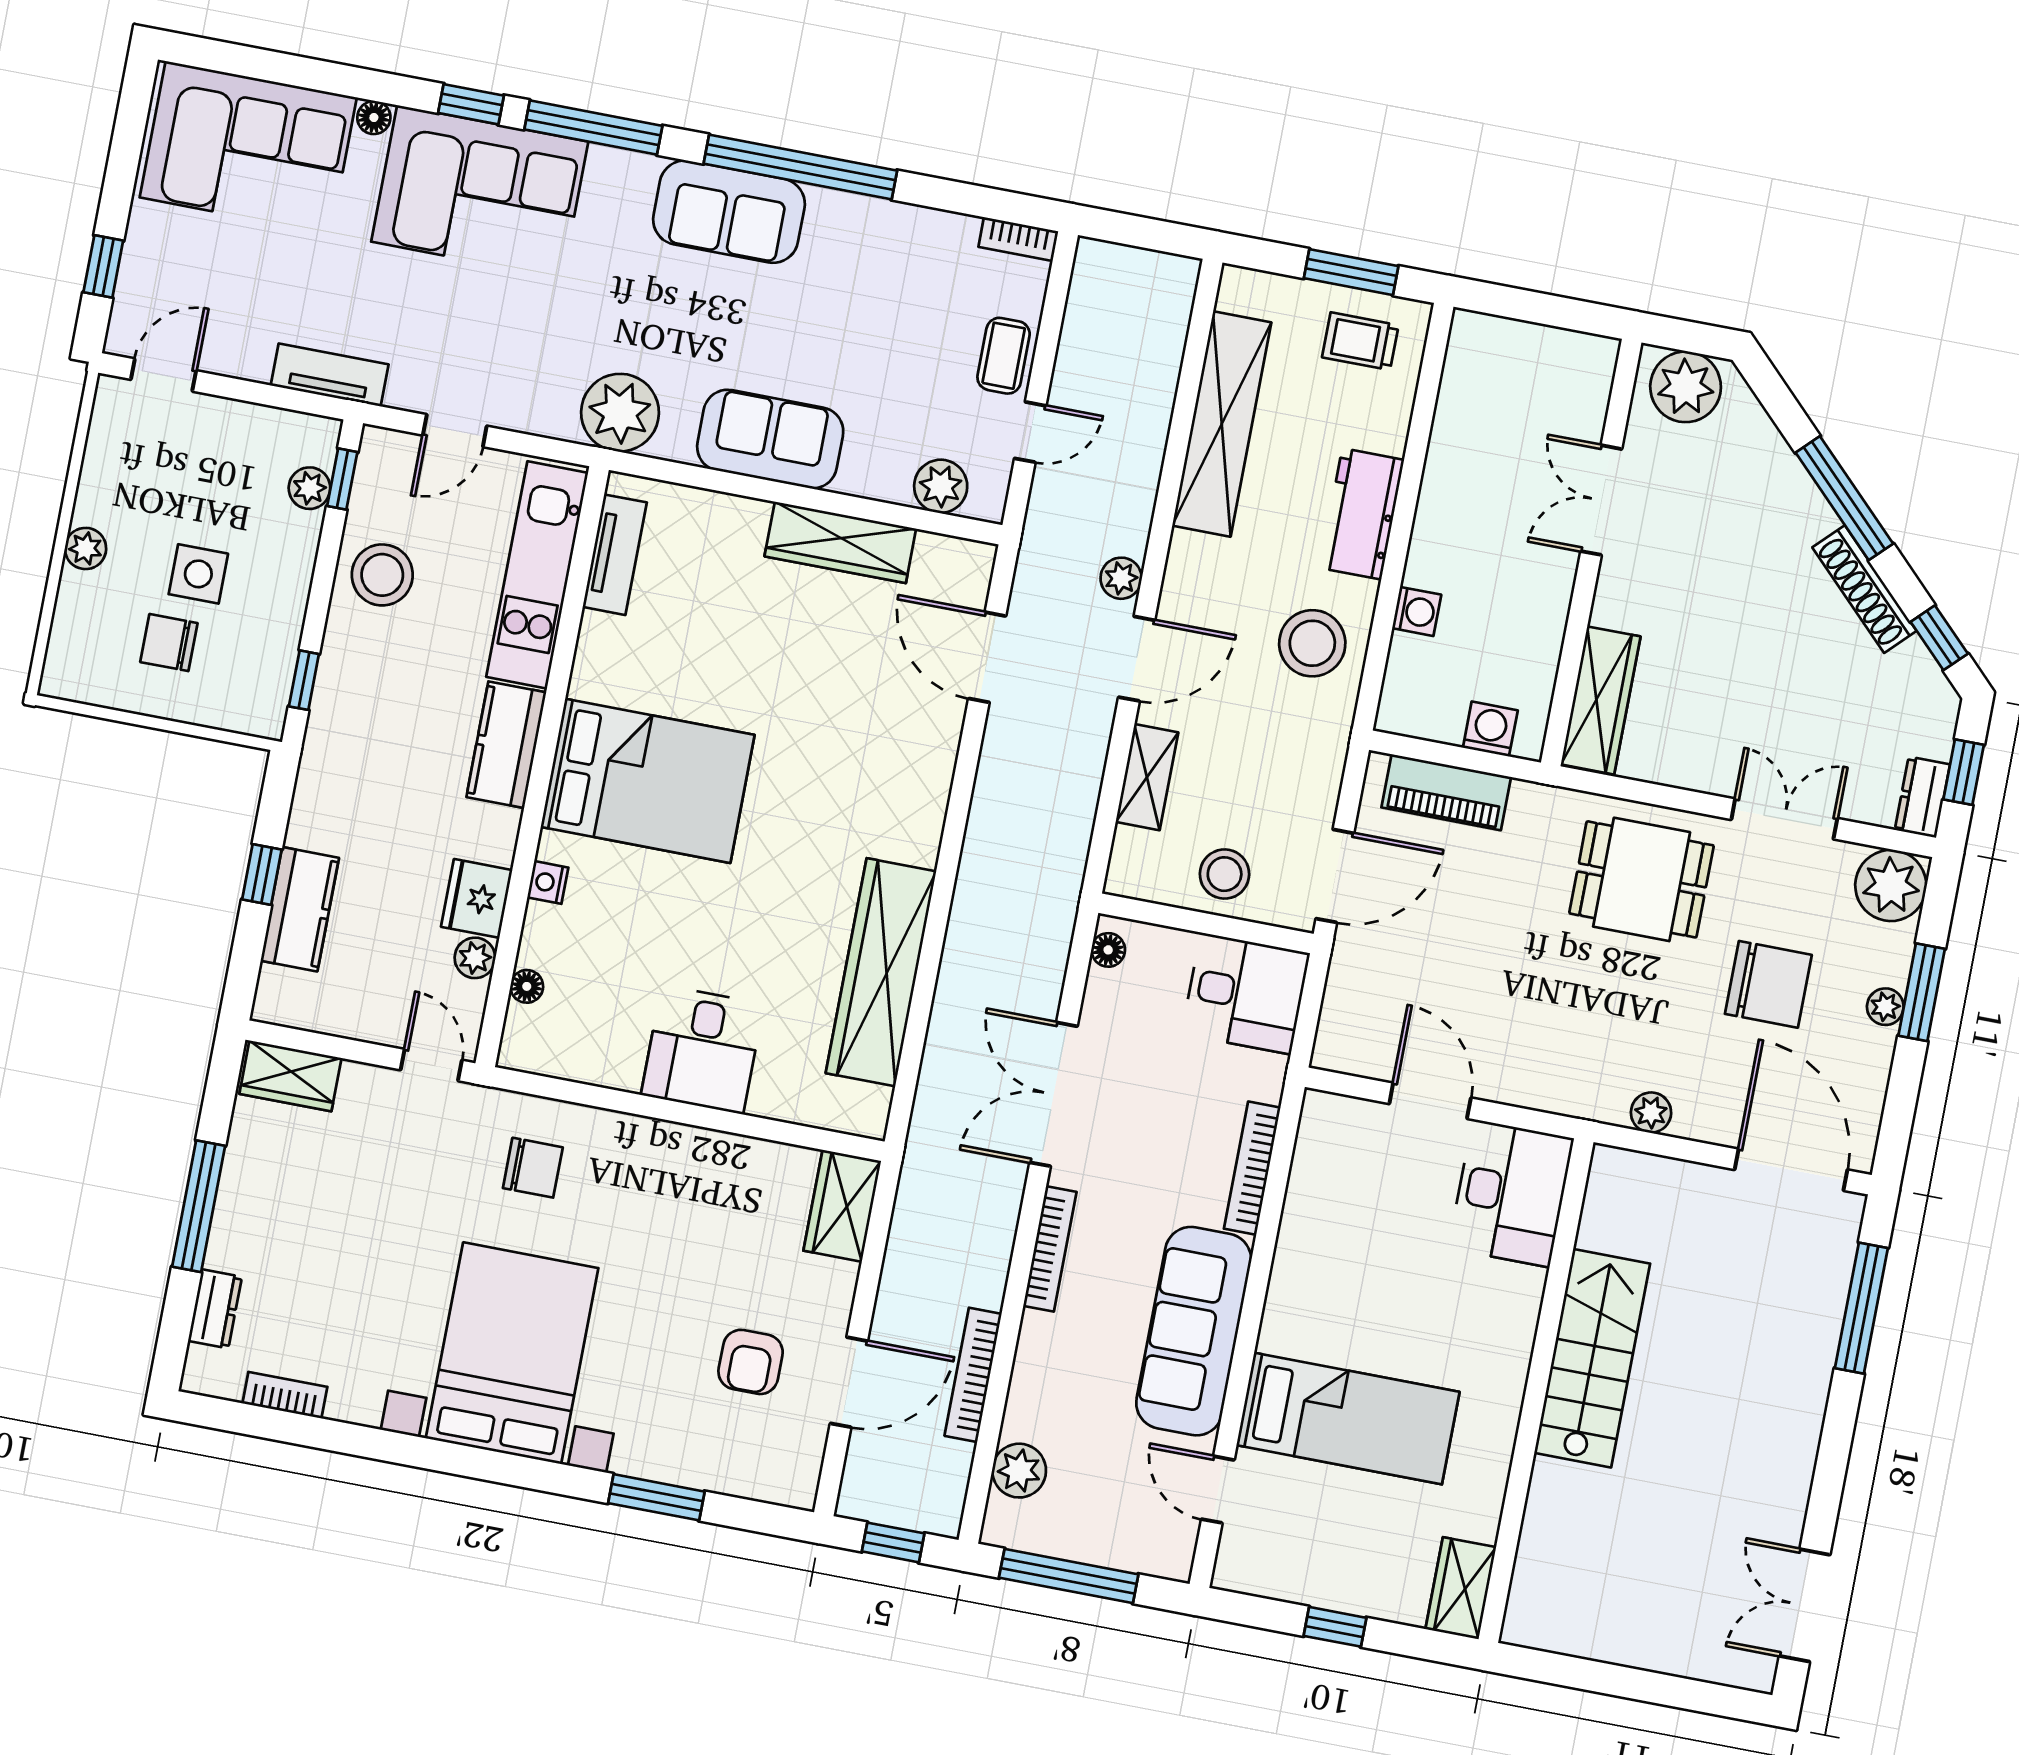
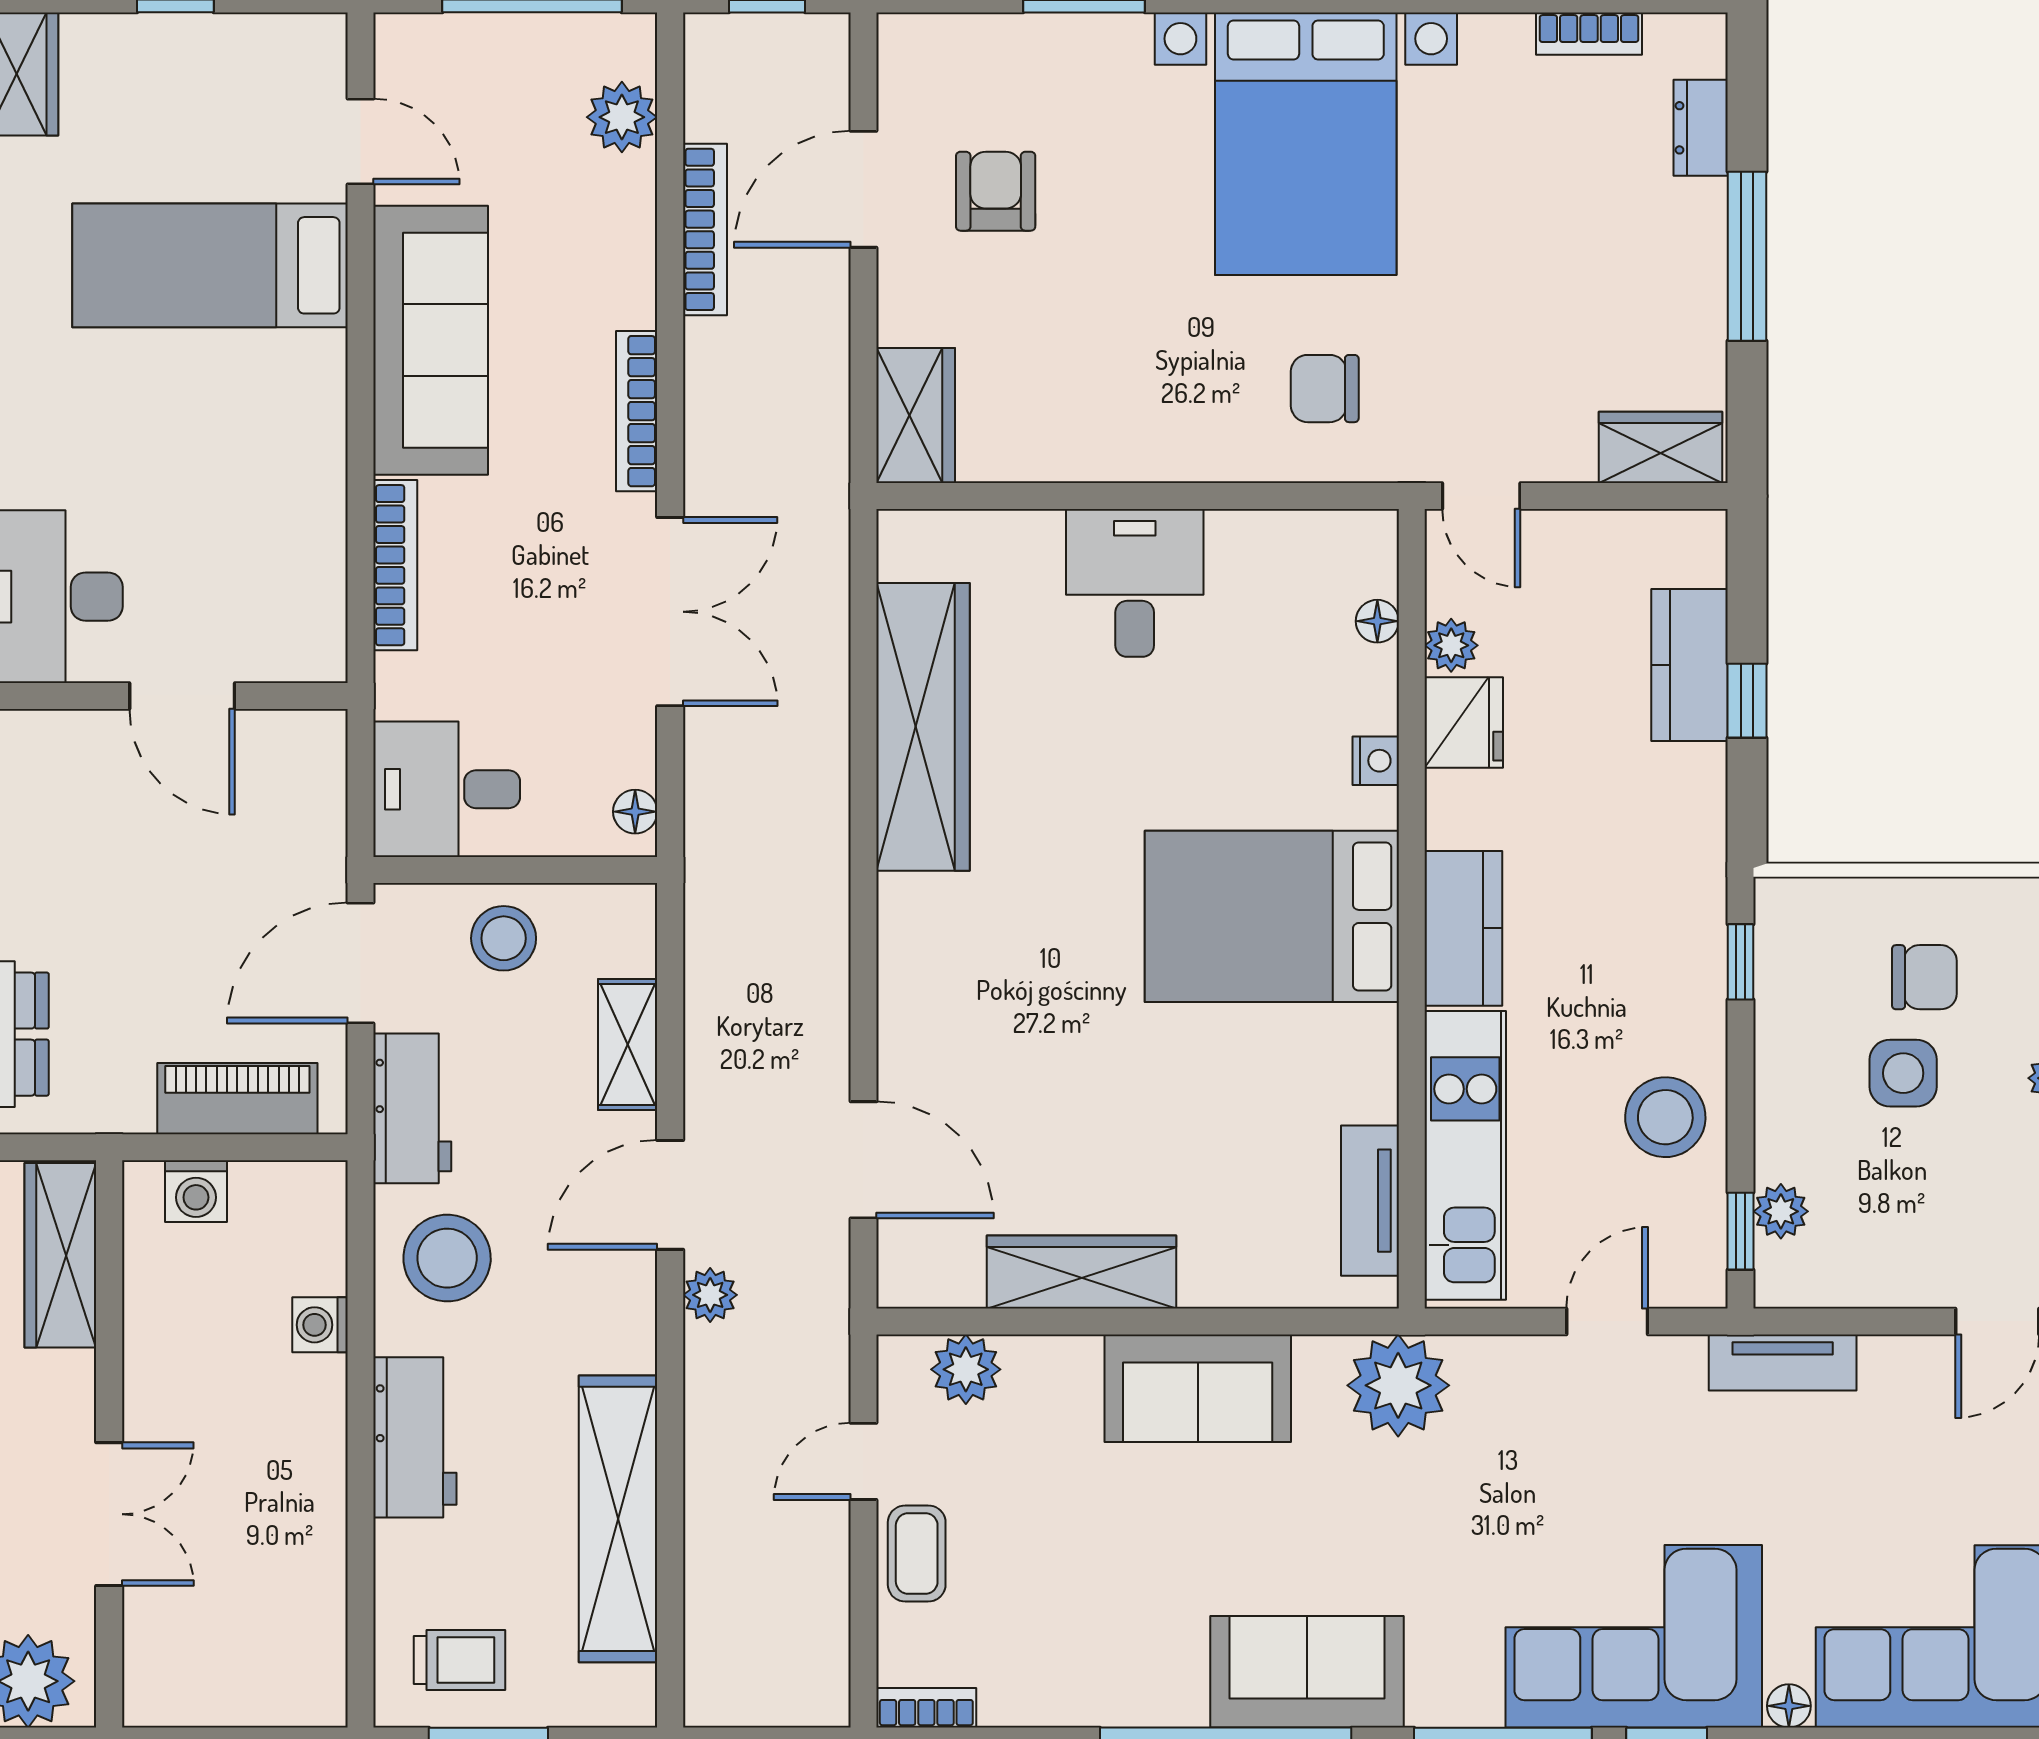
workbench: (1317, 760) -> (412, 1108), added

